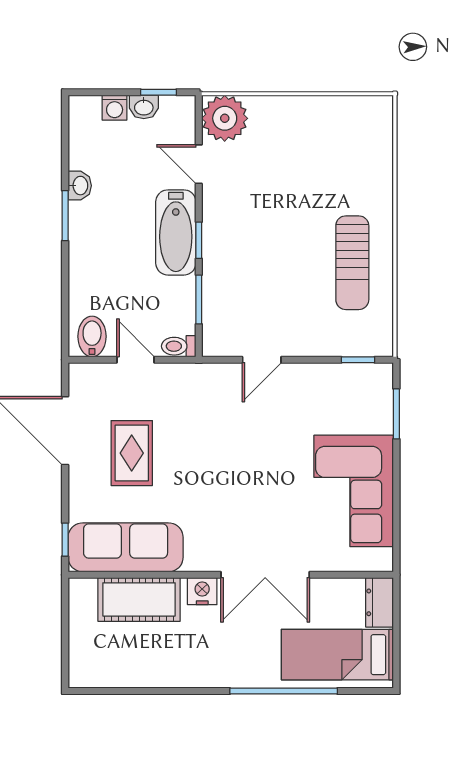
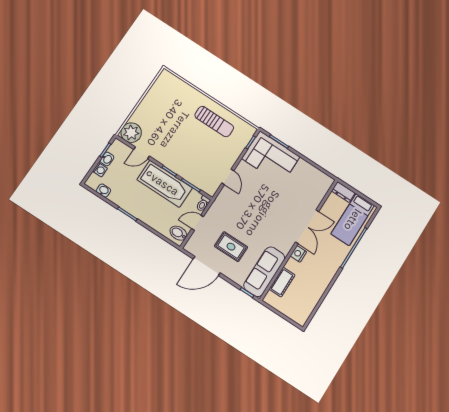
washbasin: (80, 186) -> (103, 191), moved
bathtub: (176, 232) -> (165, 184), width x1.36, depth x1.36
corner sofa: (354, 491) -> (271, 158), moved
cot: (139, 599) -> (282, 282), width x0.73, depth x0.75

